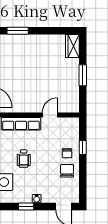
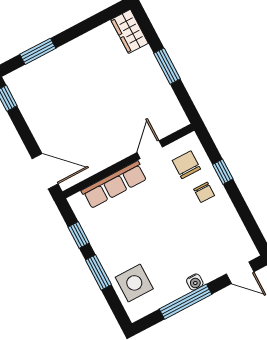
wheelchair: (24, 159) -> (145, 233), removed
chair: (67, 171) -> (186, 165), moved
window: (26, 207) -> (185, 302), width x2.17

